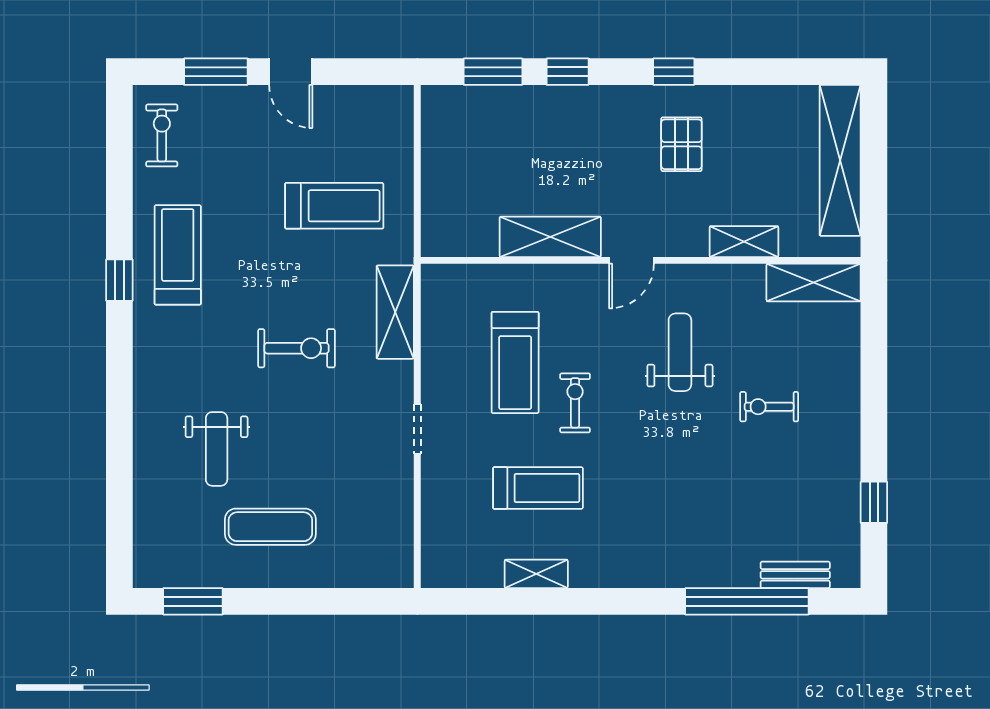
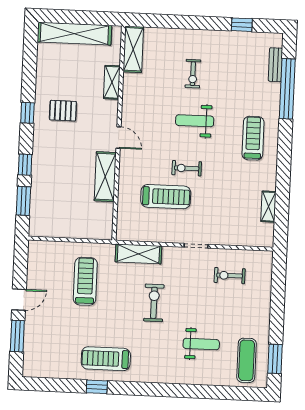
exercise bike: (162, 135) -> (230, 276), moved
window: (119, 280) -> (97, 387), moved
weight bench: (680, 352) -> (195, 121), moved
treadmill: (538, 488) -> (253, 138), moved
exercise mat: (270, 527) -> (246, 360), moved
shelving: (536, 574) -> (268, 207), moved

